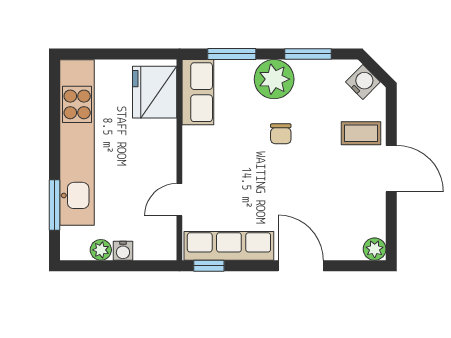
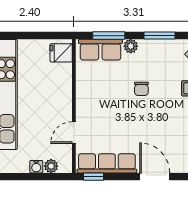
plant: (274, 79) -> (131, 46), width x0.53, depth x0.53
fridge: (155, 92) -> (61, 53), width x0.53, depth x0.75
row of seats: (198, 92) -> (100, 50), moved, turned 90
plant: (101, 250) -> (51, 166), moved

